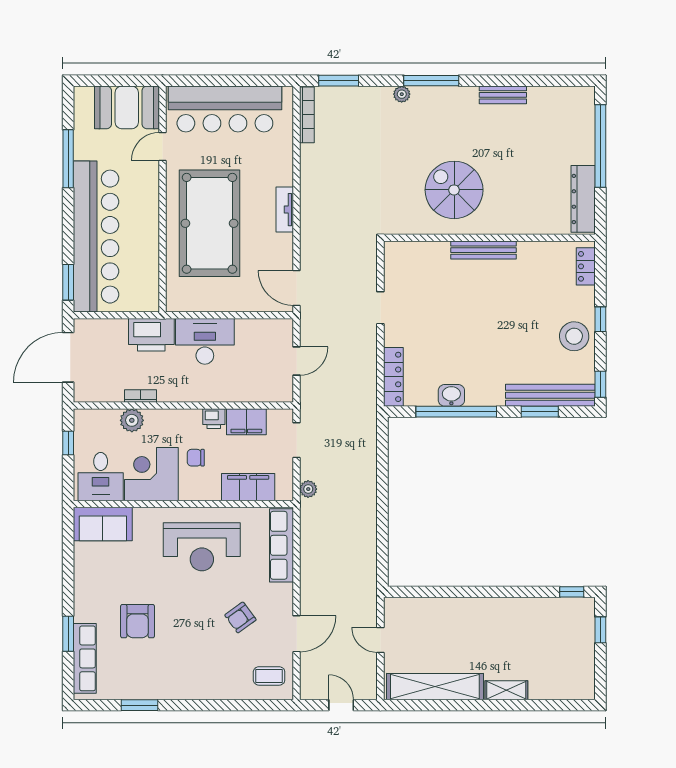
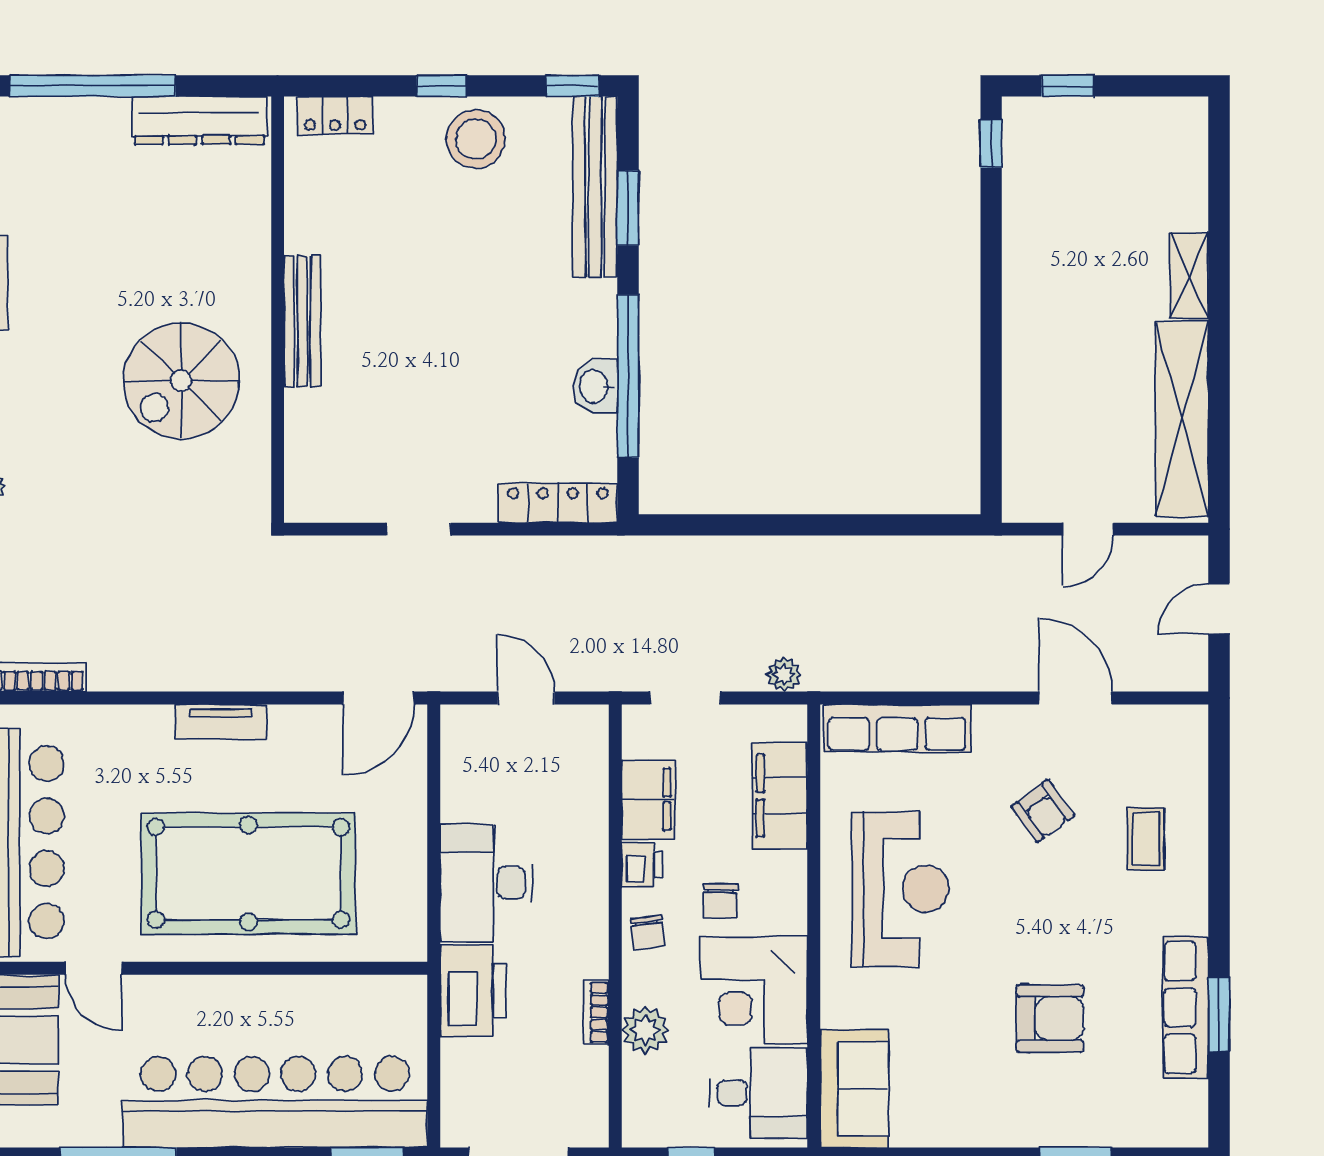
chair: (180, 422) -> (648, 932), added
row of seats: (85, 658) -> (1186, 1007), moved, turned -90
coffee table: (269, 676) -> (1146, 839), moved

